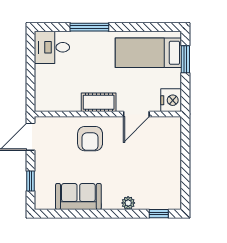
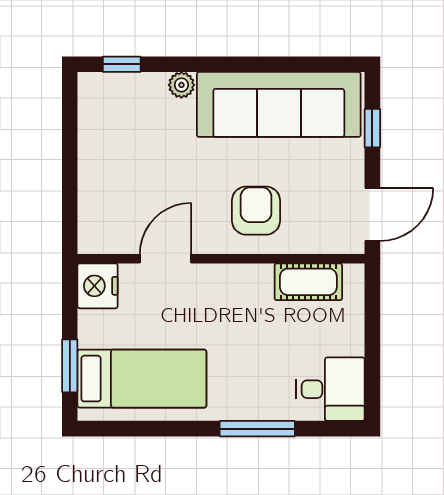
cot: (99, 102) -> (308, 282), moved
sofa: (78, 197) -> (279, 104), width x1.85, depth x1.27

